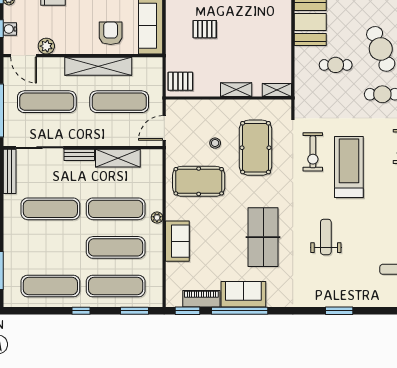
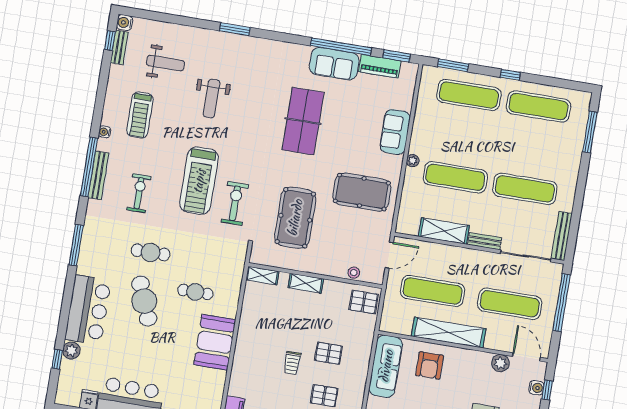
trolley: (236, 15) -> (292, 363), added
stool: (215, 143) -> (354, 273), moved
weight bench: (326, 237) -> (211, 98), moved
exercise mat: (116, 247) -> (462, 136), removed

